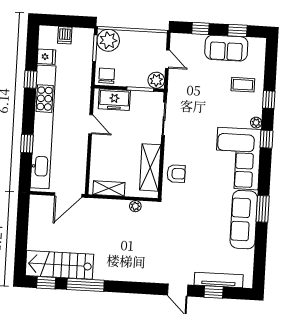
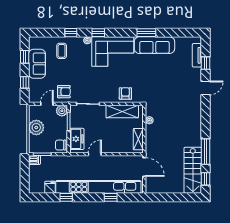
dishwasher: (65, 35) -> (34, 160), moved
plant: (108, 40) -> (36, 128), moved
armchair: (184, 85) -> (64, 92), added
tv unit: (219, 280) -> (197, 55), width x0.71

